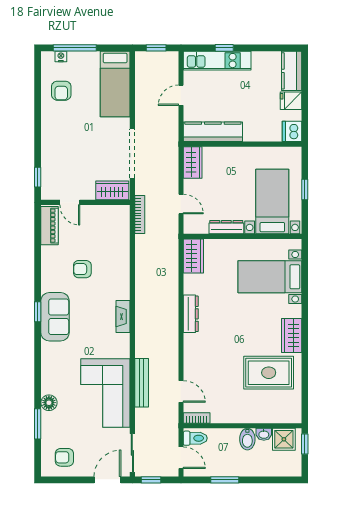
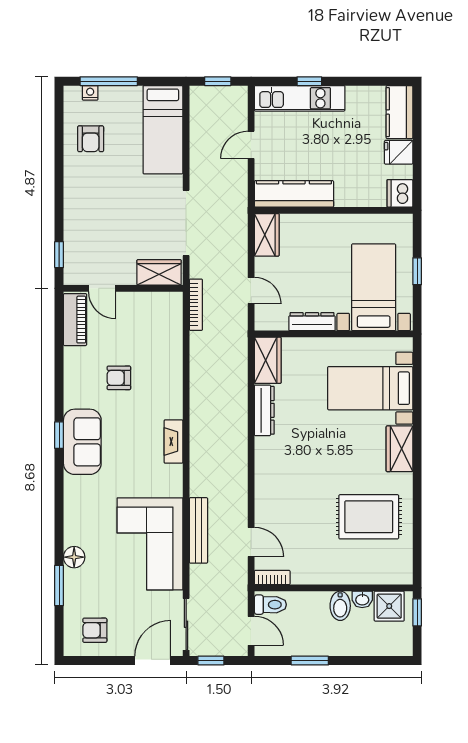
dresser: (191, 314) -> (264, 410), moved
wardrobe: (292, 336) -> (399, 449), moved

